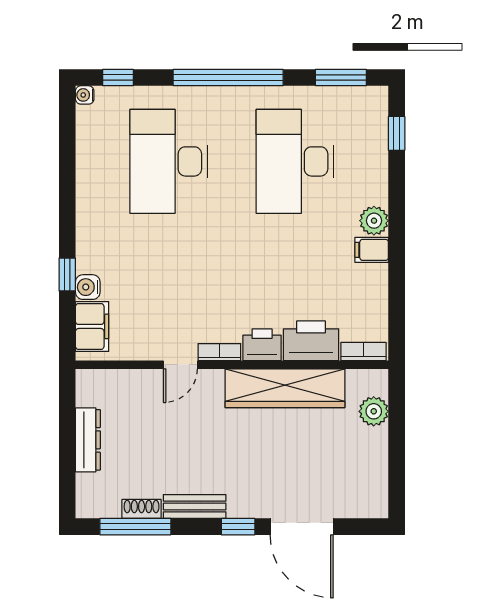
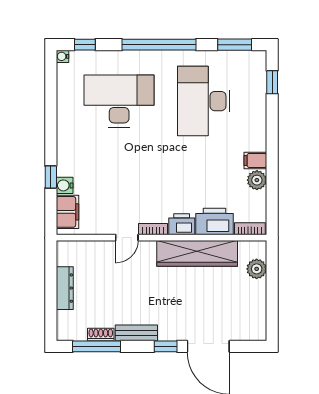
desk: (169, 161) -> (119, 101), turned 90
plant: (374, 221) -> (257, 180), moved

